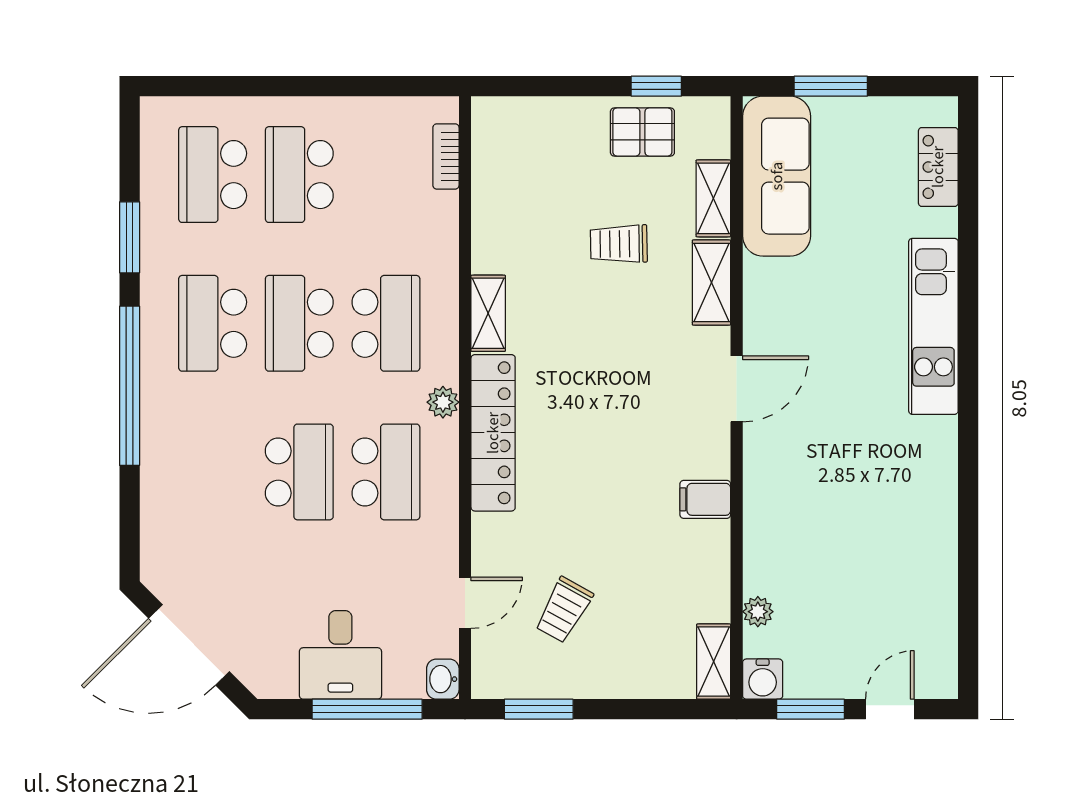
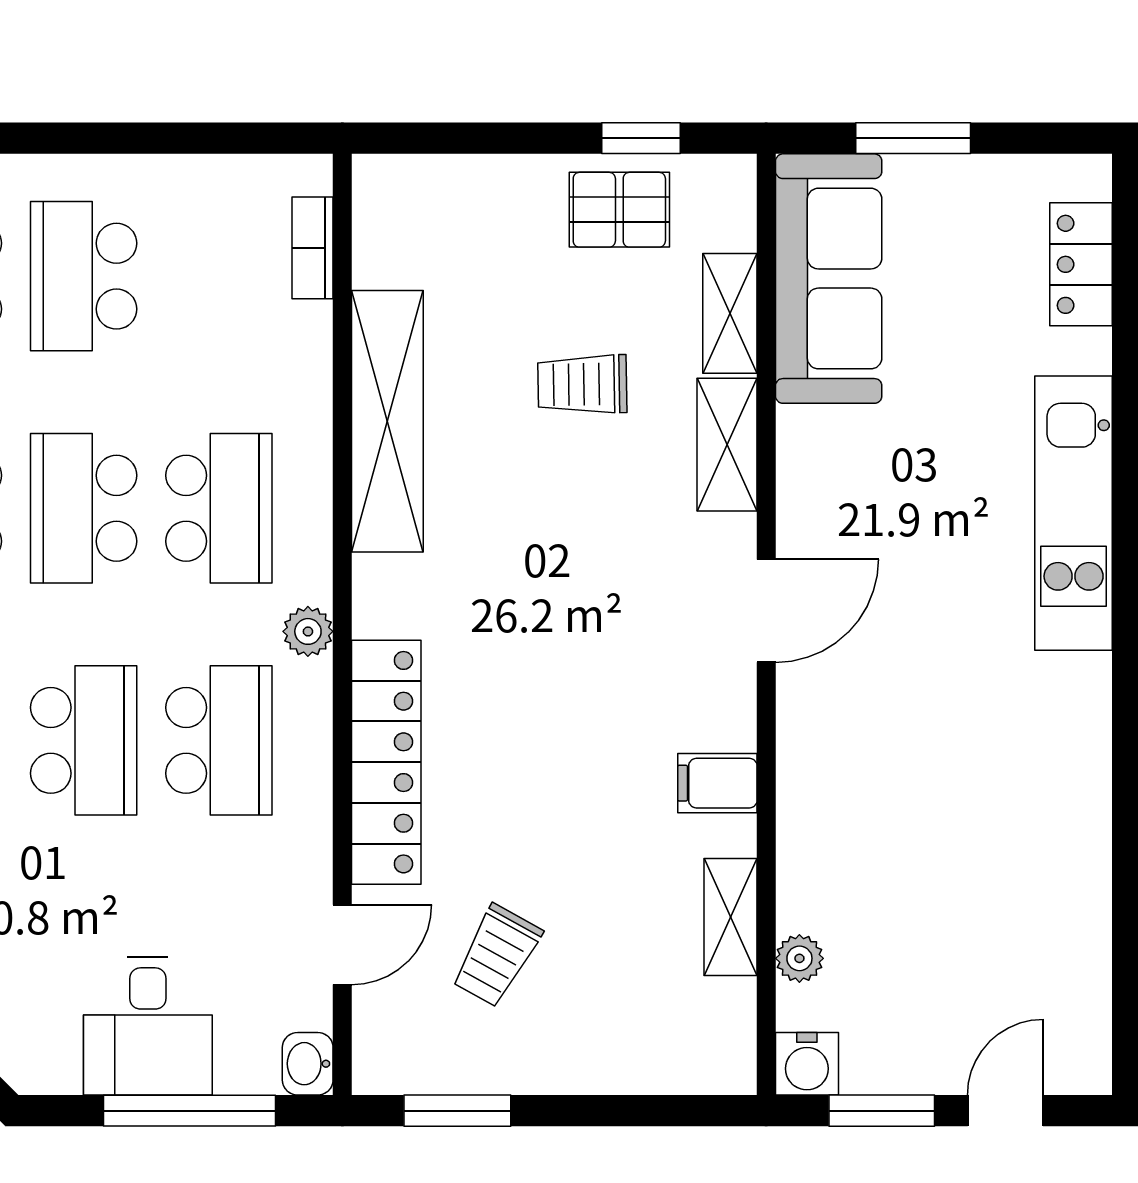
shelving: (488, 313) -> (387, 421), width x2.20, depth x1.33
locker: (493, 433) -> (386, 762), moved
shelving: (714, 662) -> (730, 917), moved

